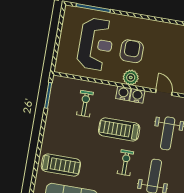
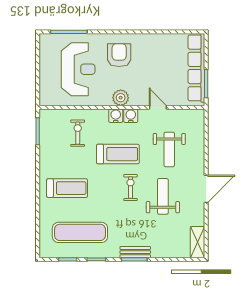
armchair: (132, 51) -> (119, 55), moved
treadmill: (119, 129) -> (118, 154), turned 180
treadmill: (61, 165) -> (67, 188), moved

